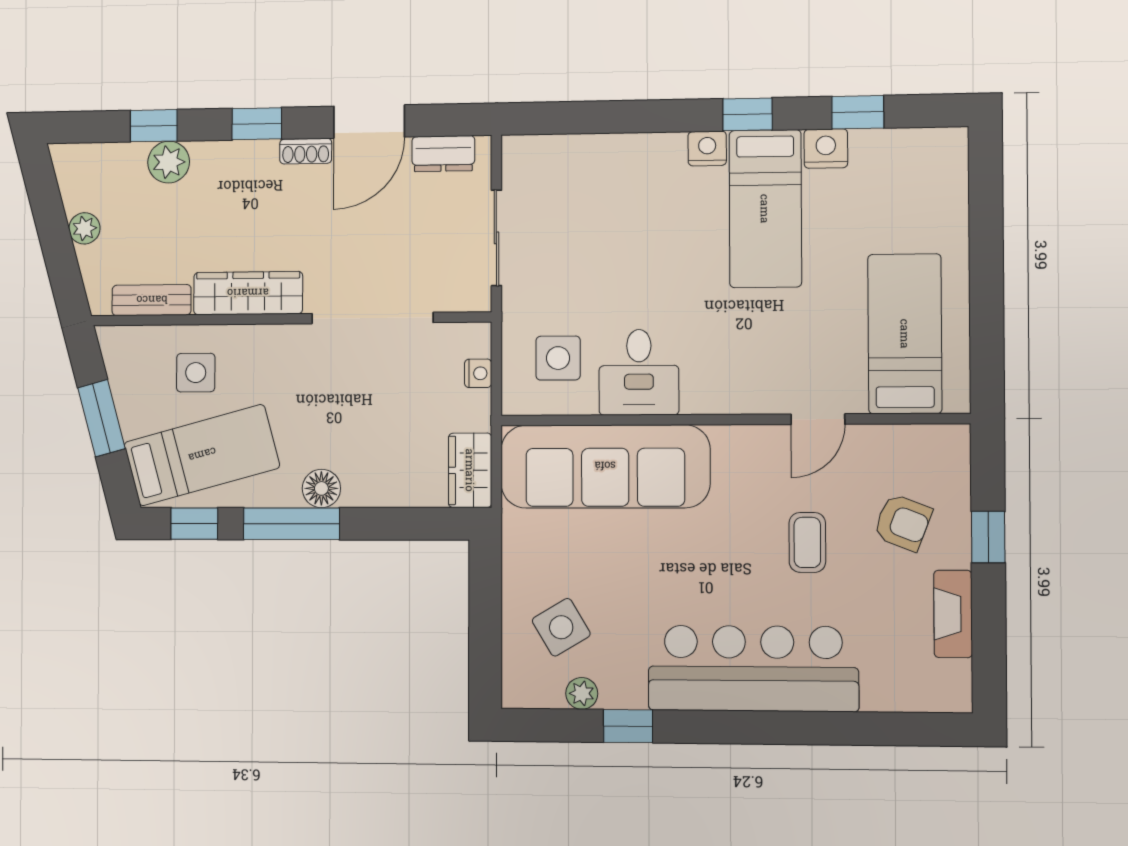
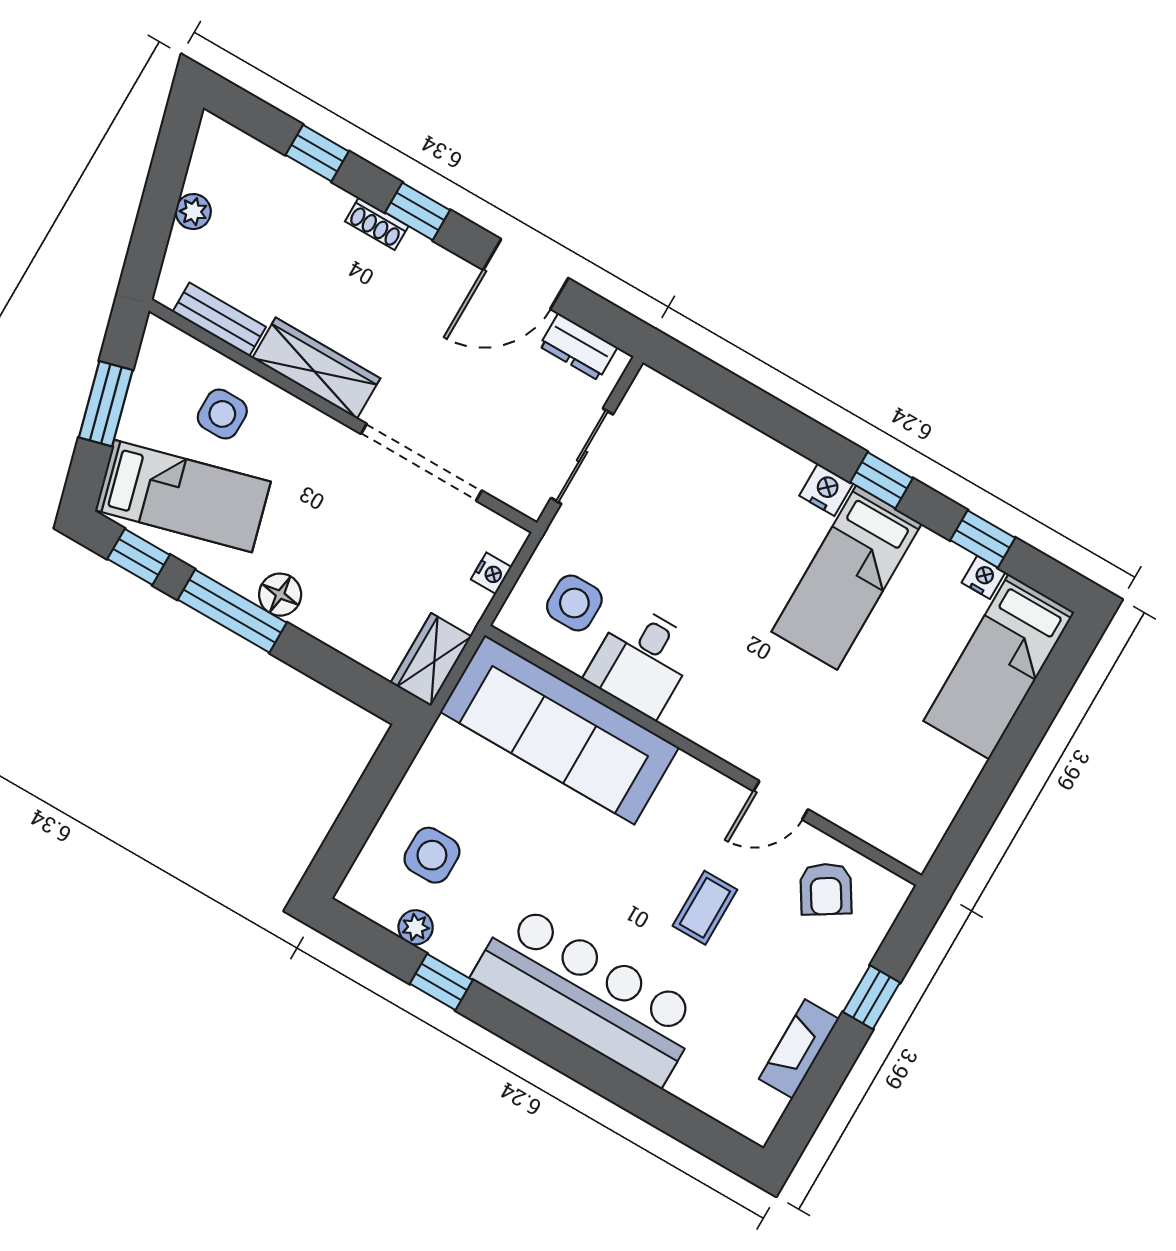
nightstand: (826, 149) -> (984, 577), moved, width x0.72, depth x0.74
shoe rack: (306, 151) -> (377, 224), moved
plant: (169, 162) -> (312, 197), removed
bed: (905, 334) -> (999, 667), moved, turned 180
armchair: (903, 522) -> (826, 889), moved, turned 37
side table: (561, 627) -> (432, 855), turned 31

